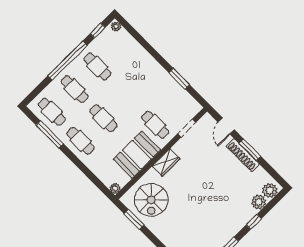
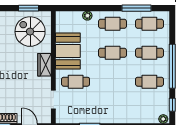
plant: (115, 188) -> (87, 16), moved

